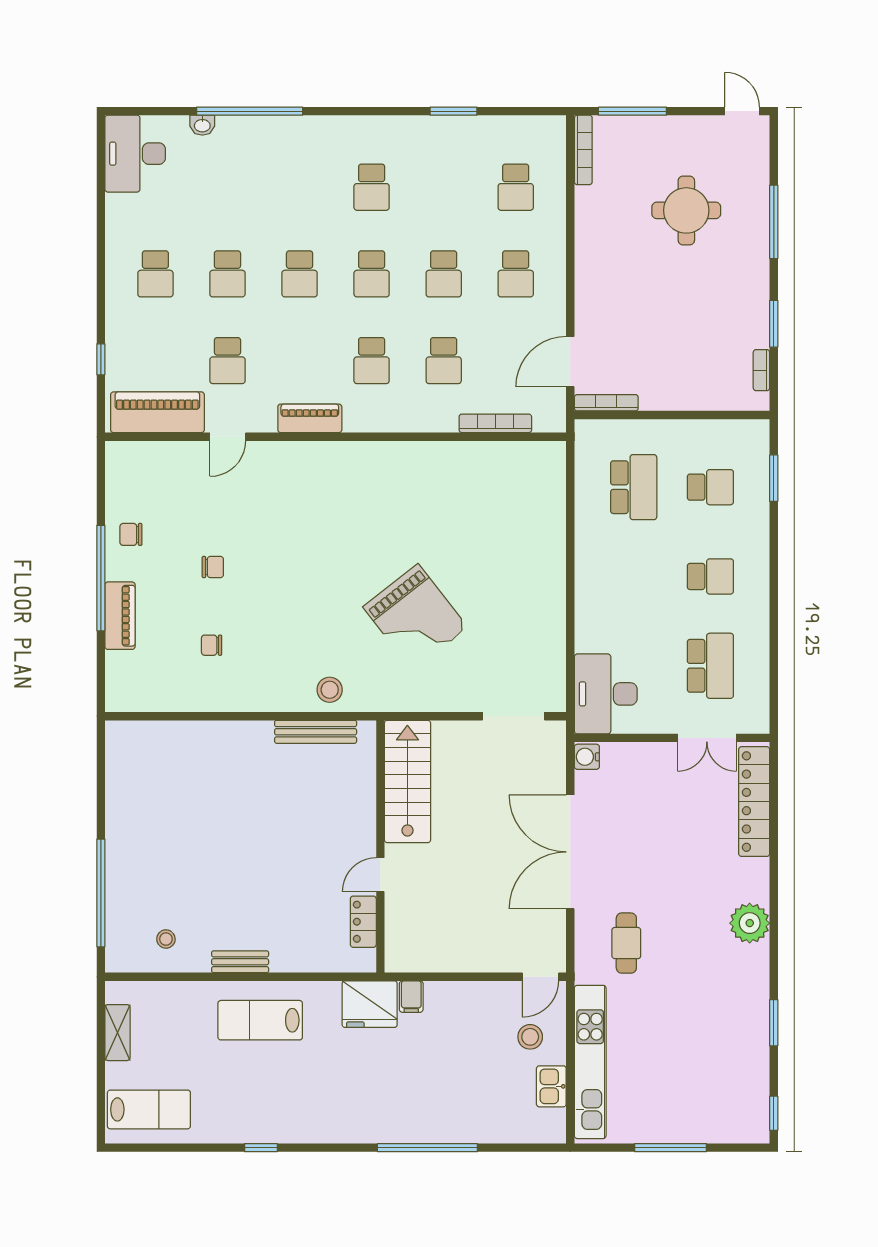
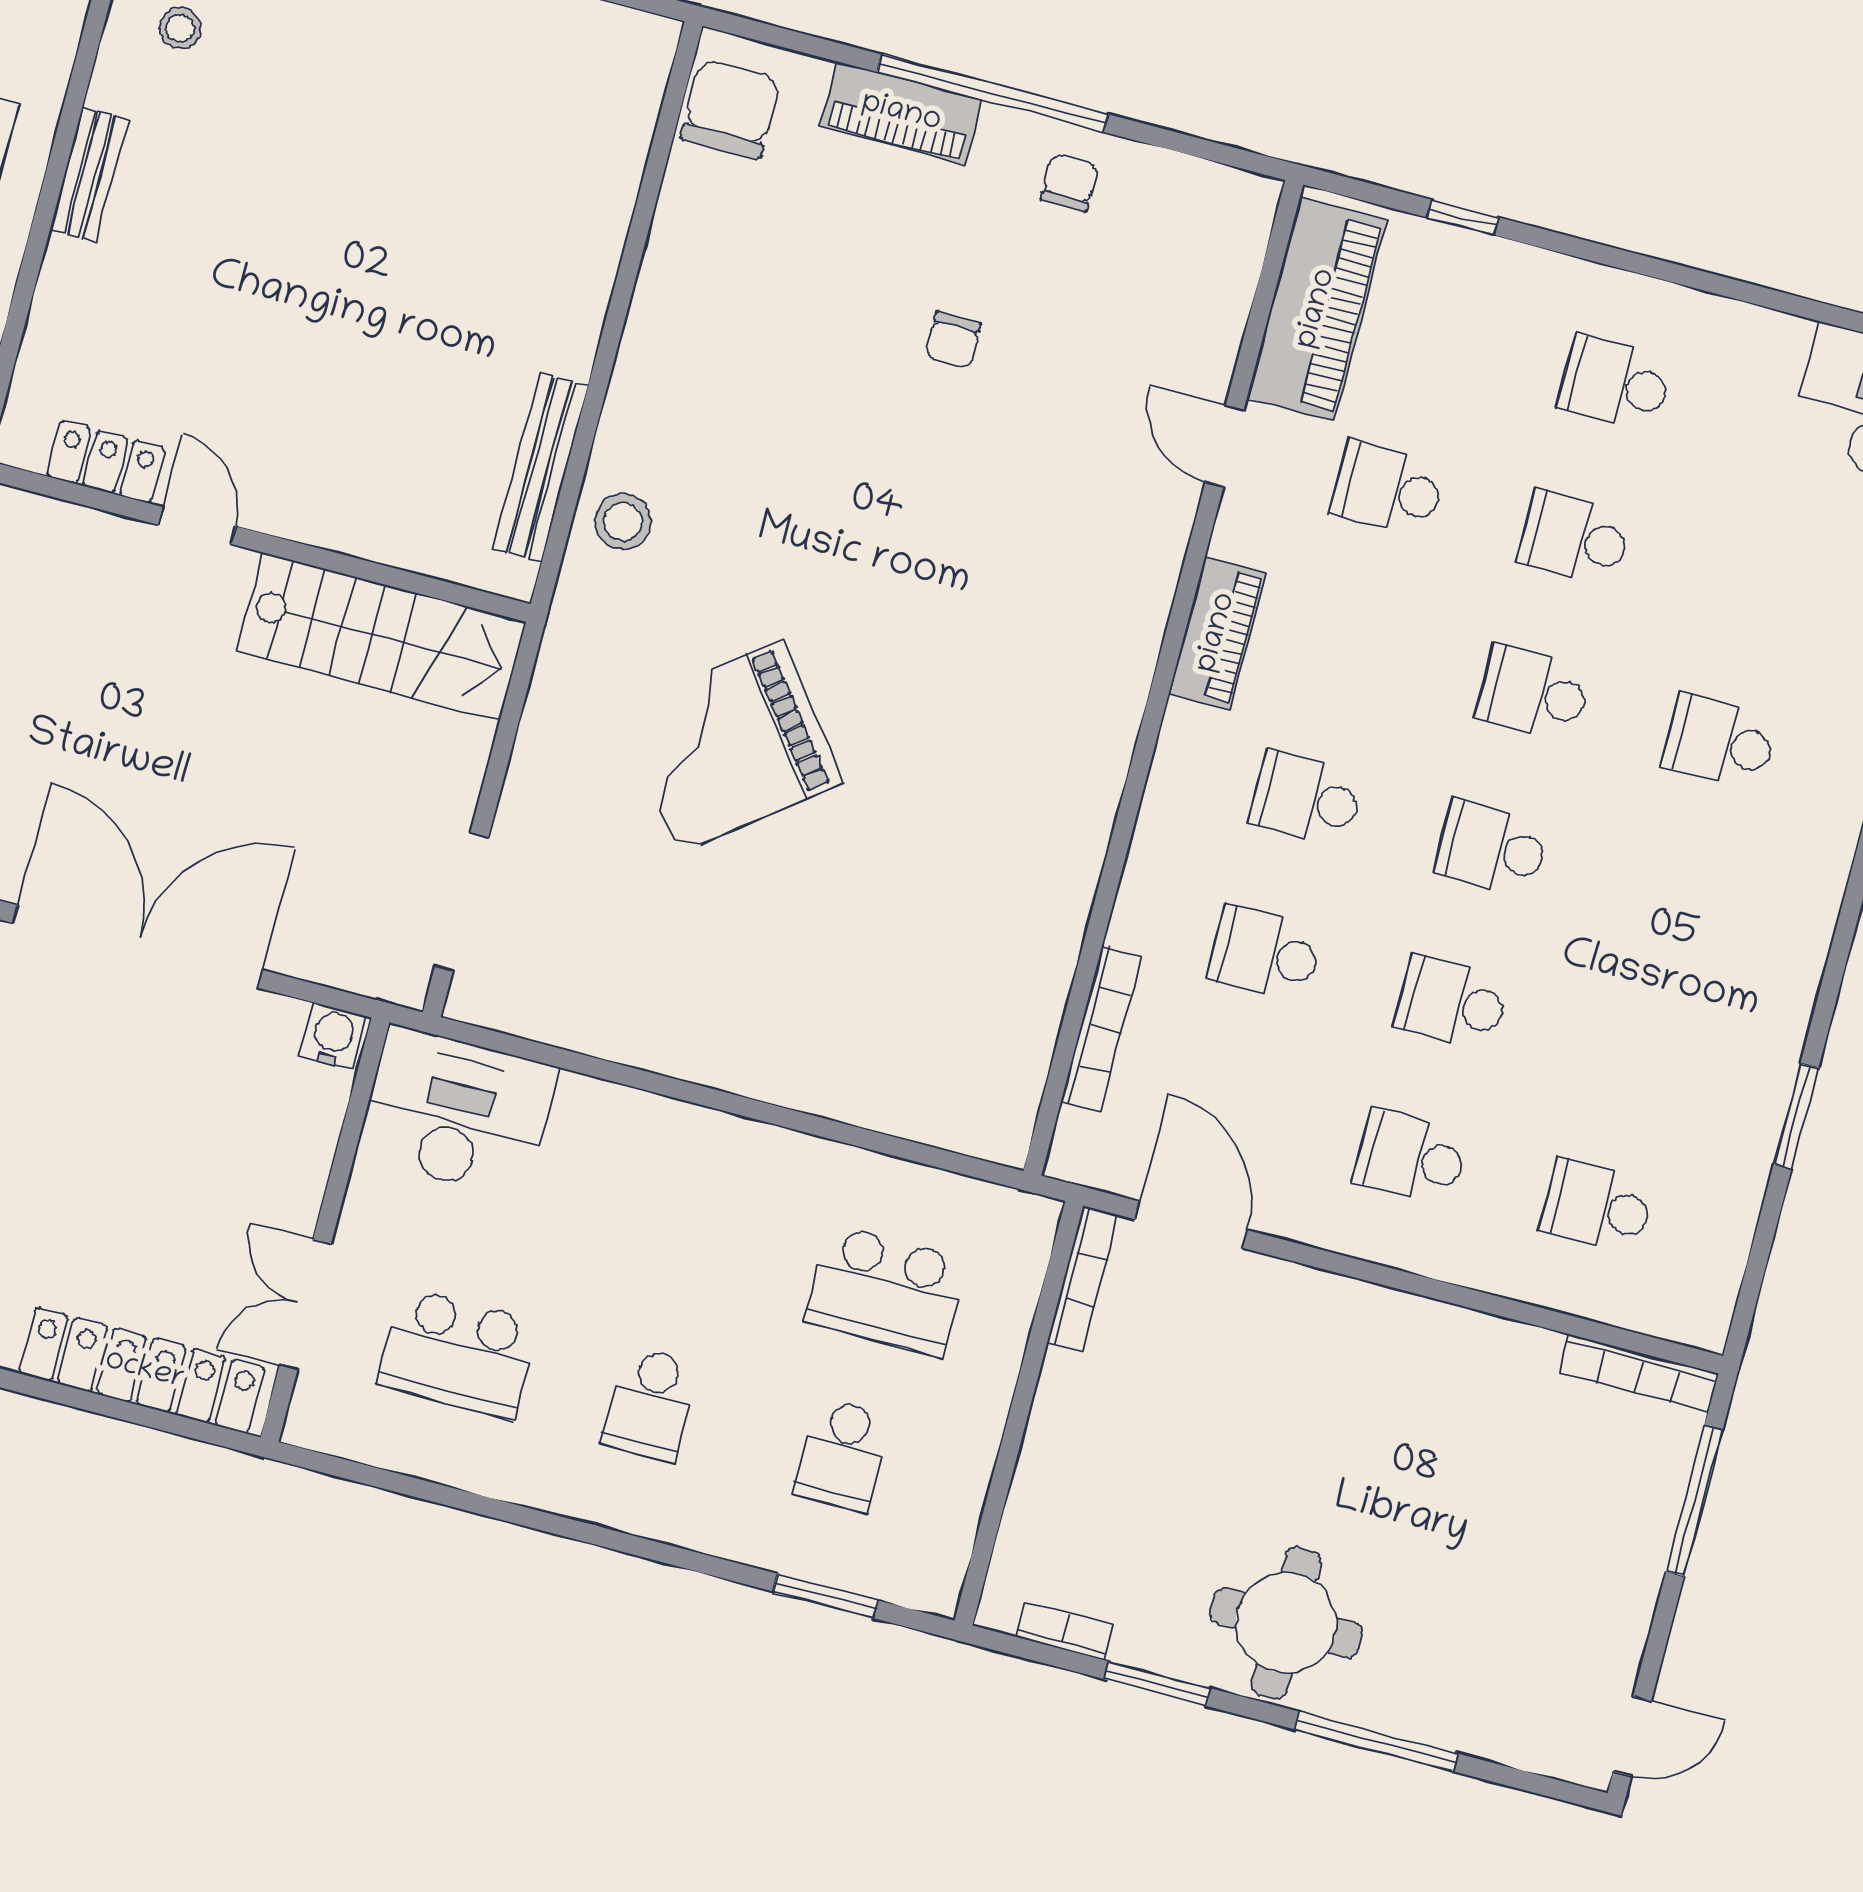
school desk: (372, 187) -> (1720, 742), moved
round table: (686, 210) -> (1286, 1623), moved
chair: (212, 645) -> (731, 109), moved, width x1.87, depth x1.87

